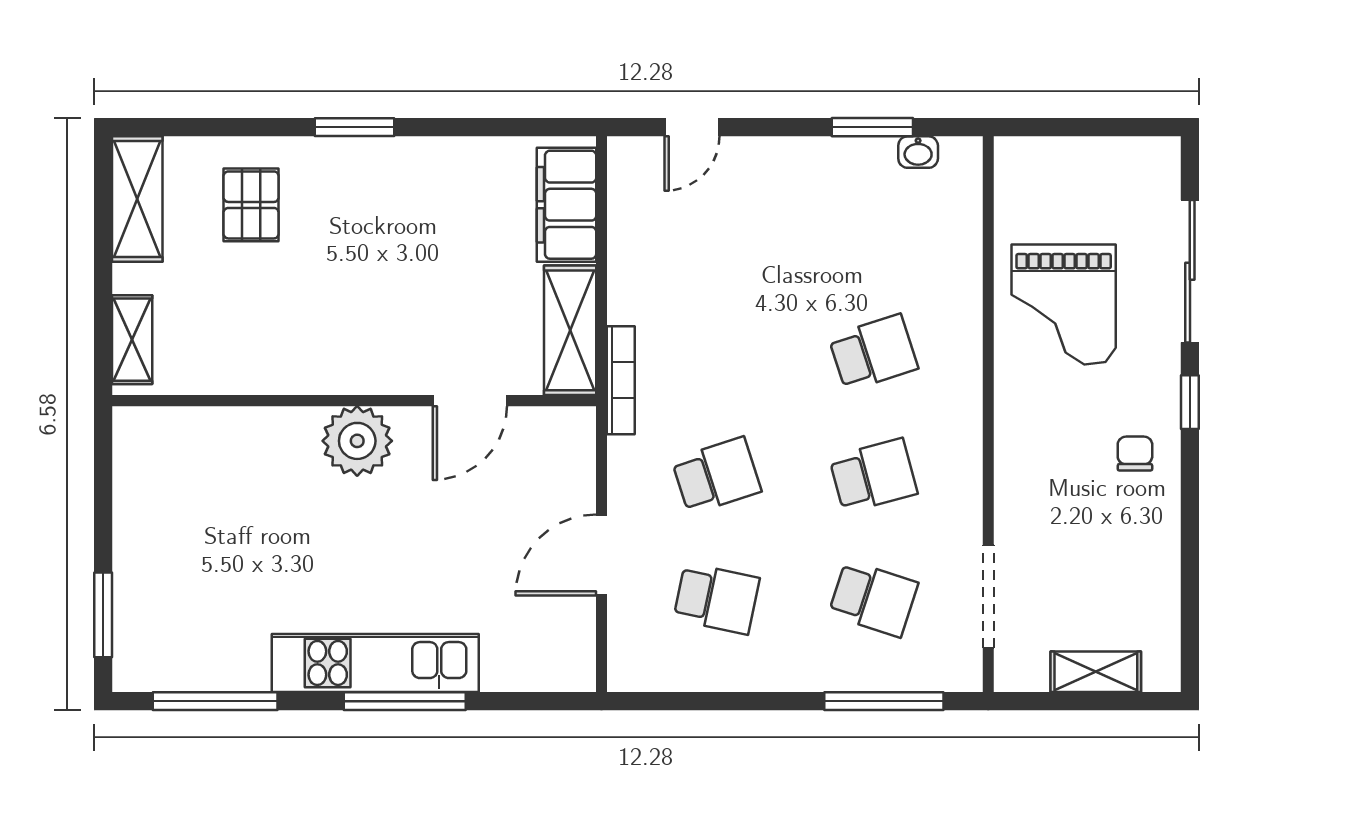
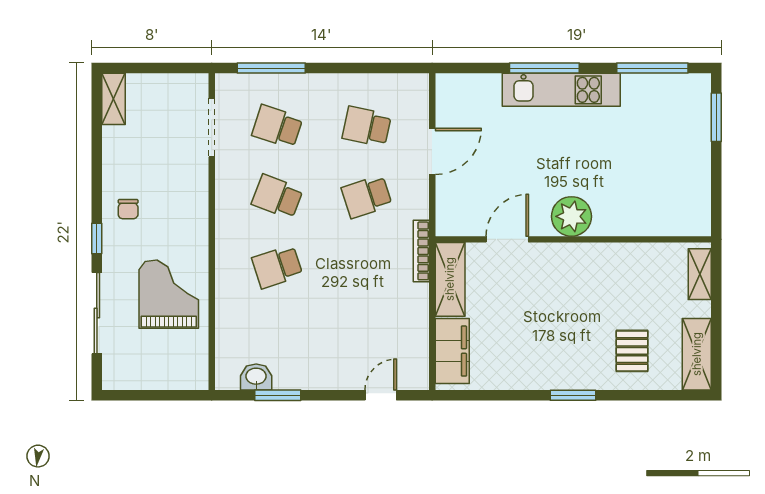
washbasin: (918, 152) -> (256, 377), width x1.38, depth x1.45
school desk: (873, 476) -> (277, 197), turned 36
shelving: (1096, 672) -> (114, 99), moved, turned 90

